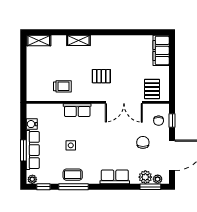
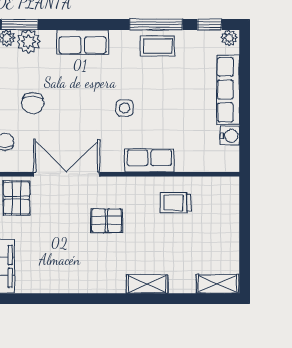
side table: (71, 145) -> (124, 108), moved
window: (23, 150) -> (245, 89), removed

